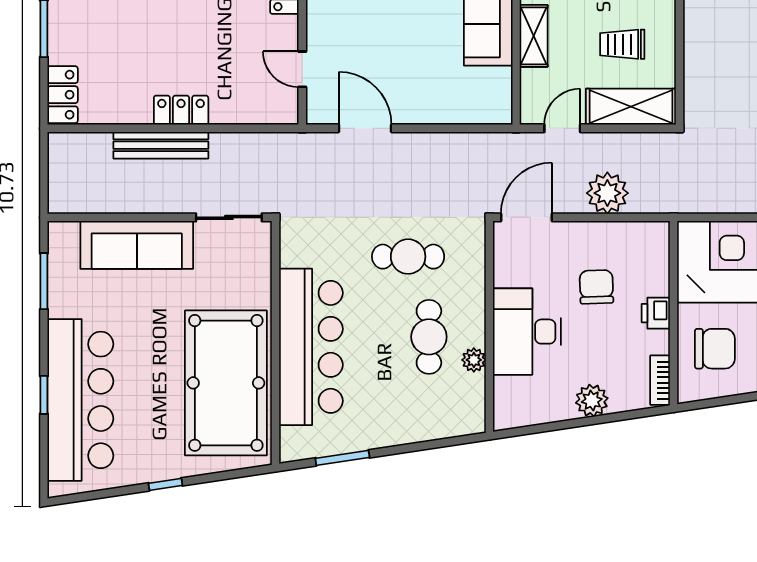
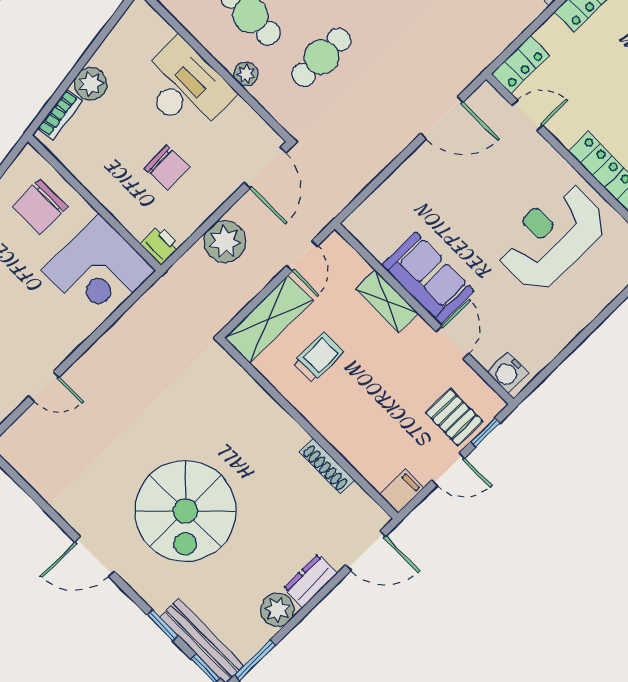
locker: (271, 111) -> (520, 64), added
printer: (656, 313) -> (160, 245), moved
plant: (474, 360) -> (246, 74), moved
bookcase: (660, 380) -> (60, 115), moved, turned 81

